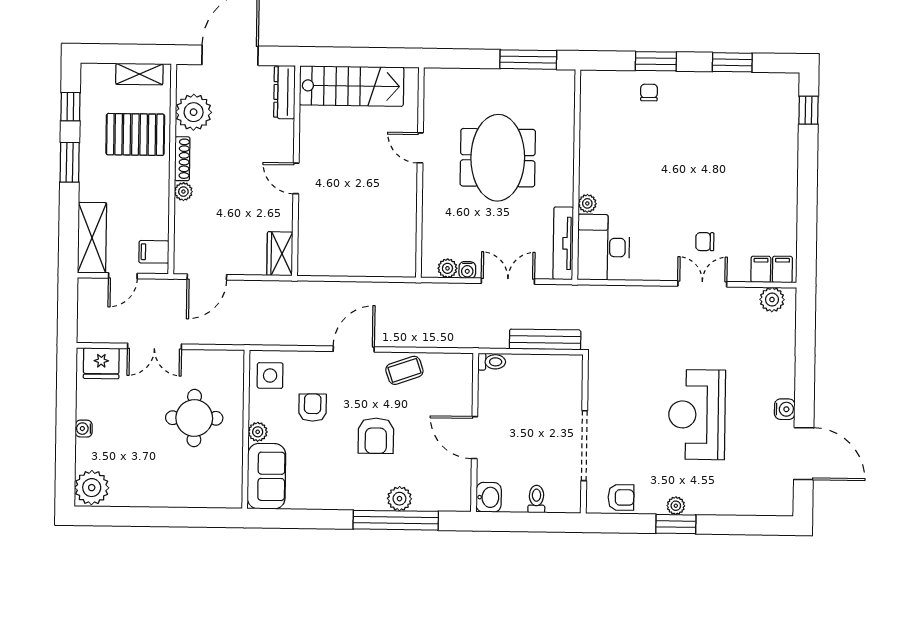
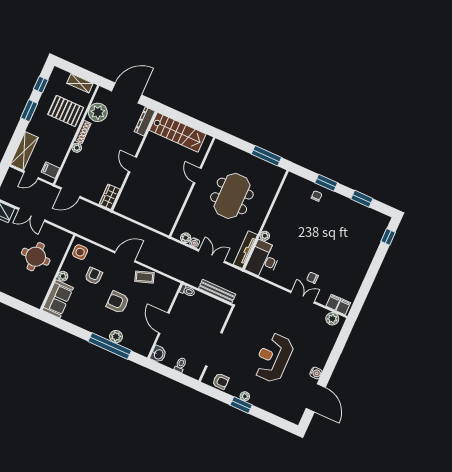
armchair: (376, 436) -> (118, 302), turned 90

